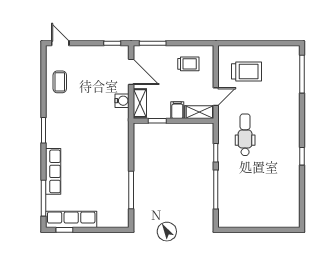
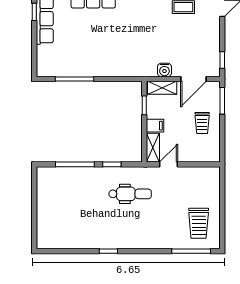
trolley: (188, 64) -> (202, 123), moved
trolley: (247, 71) -> (199, 223), moved
door: (216, 97) -> (169, 164), swing flipped

